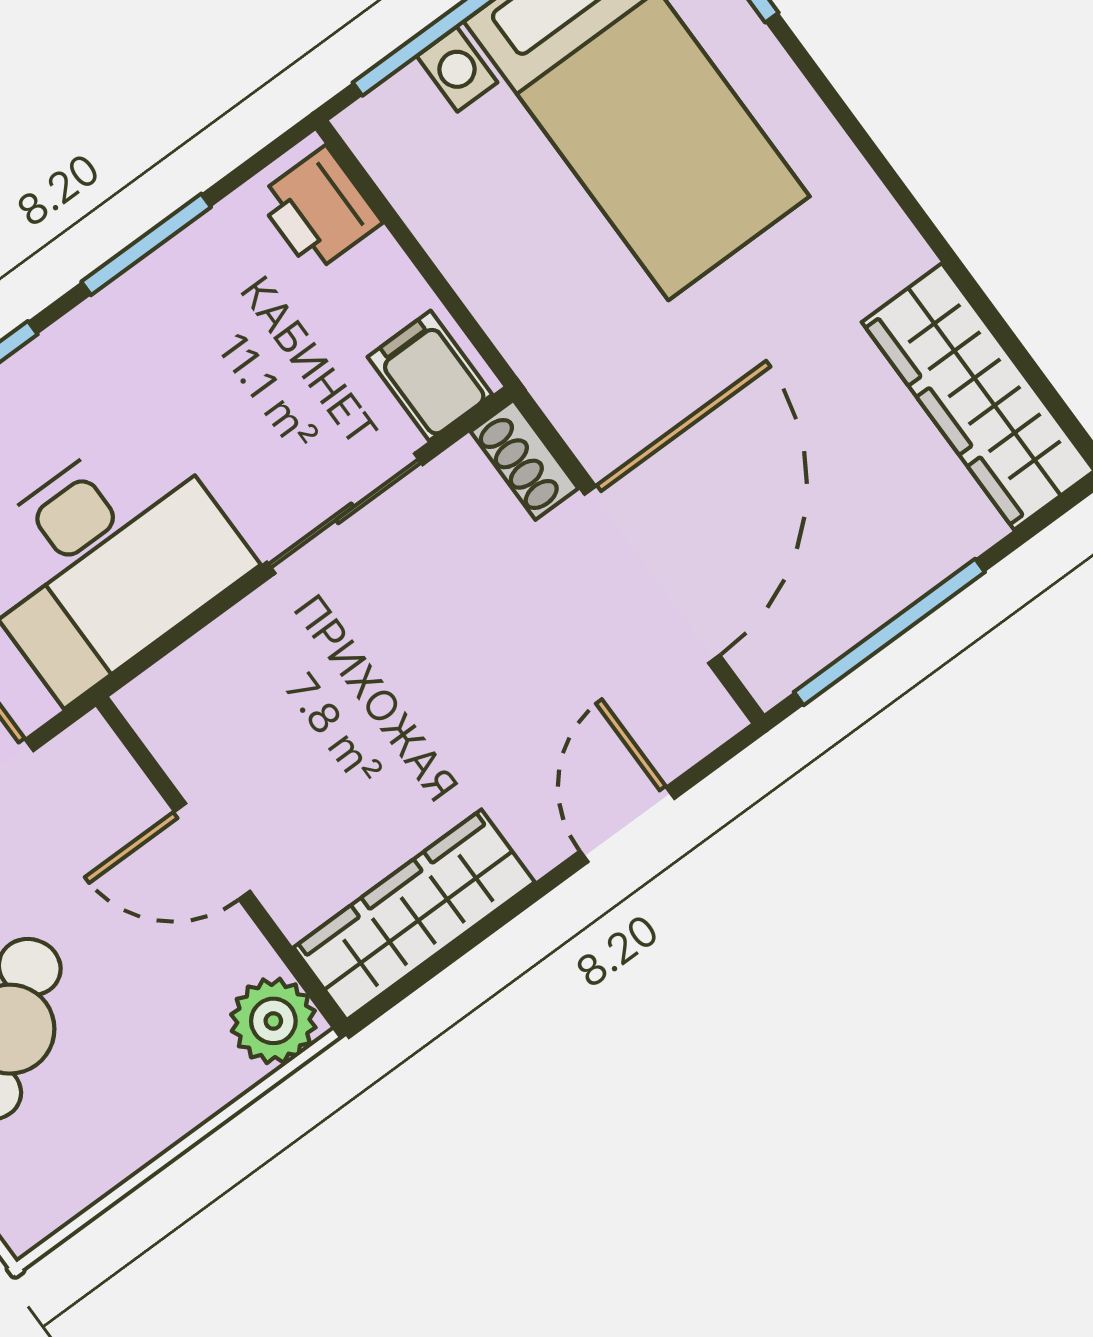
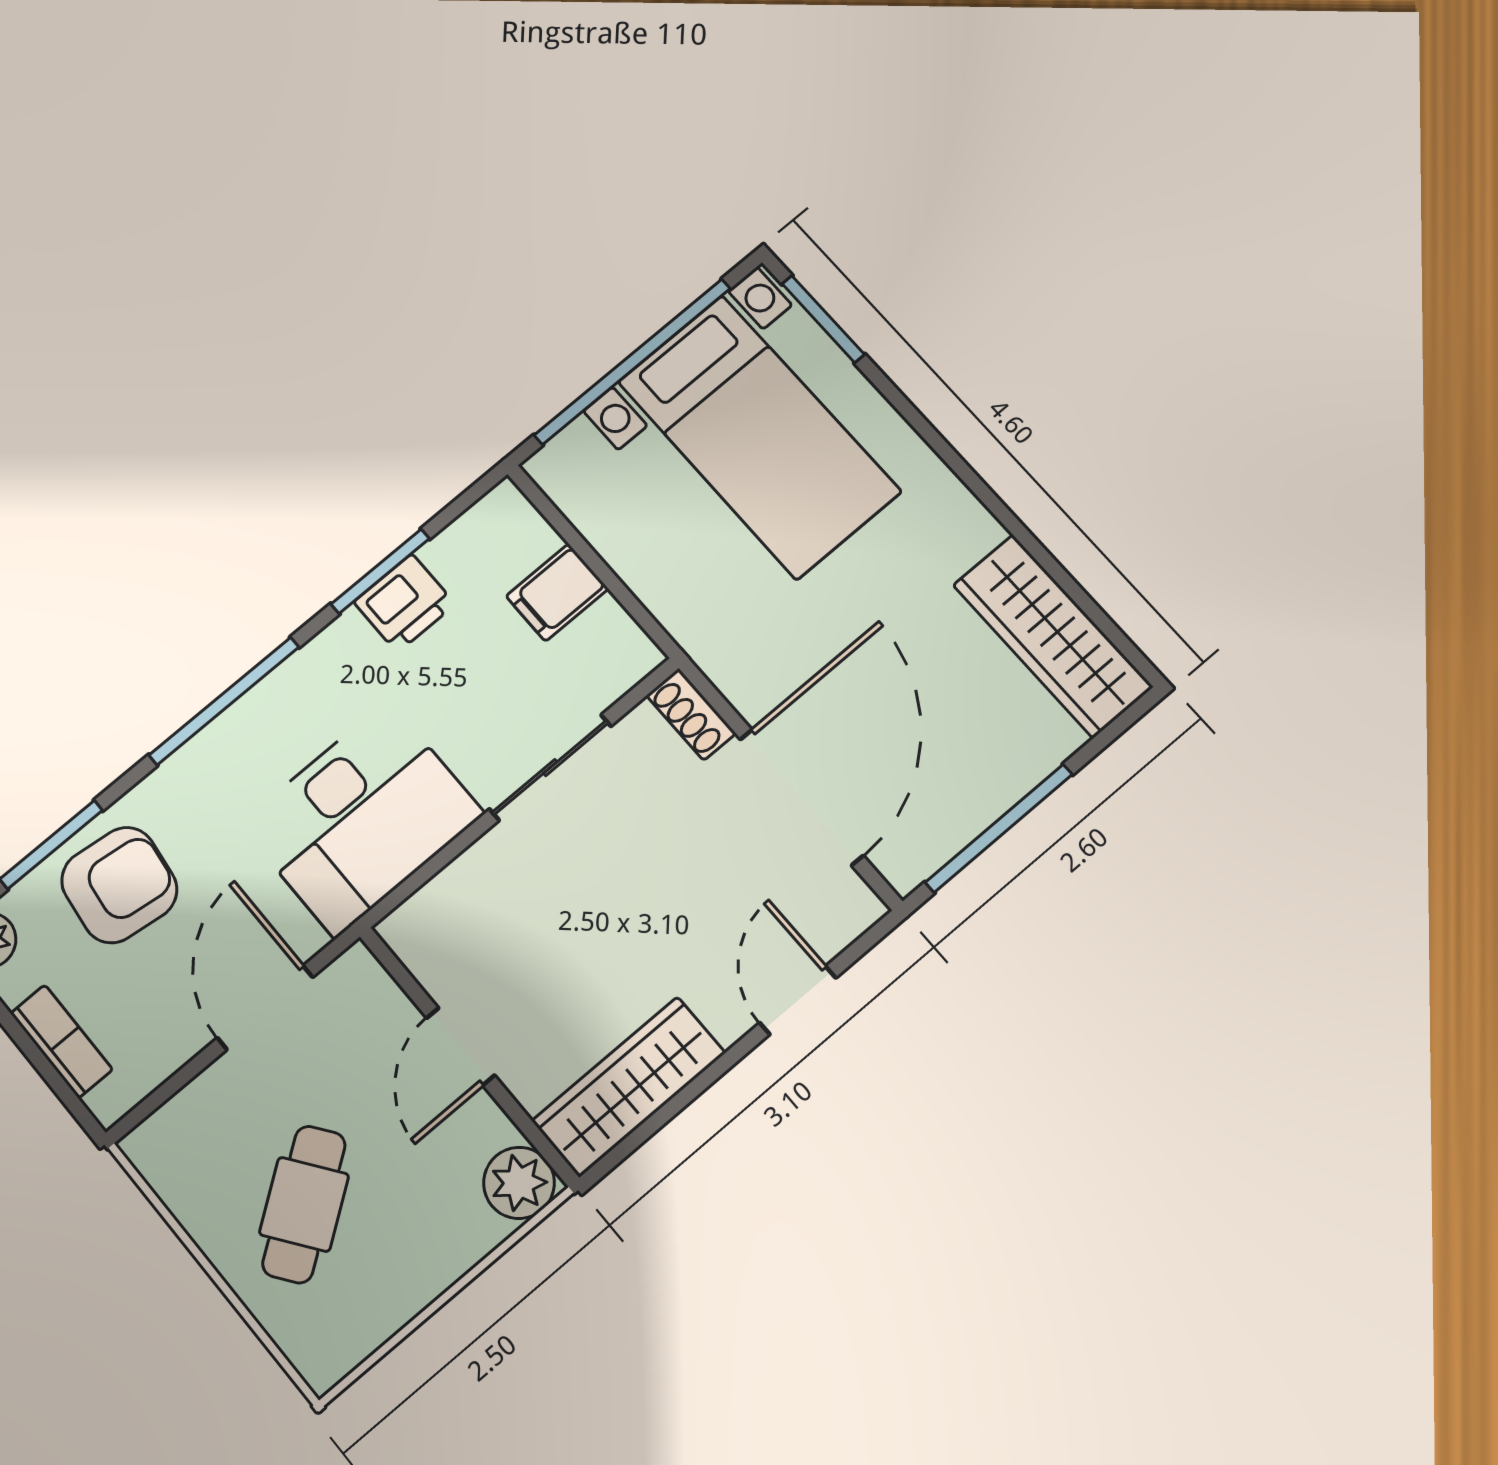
printer: (319, 210) -> (405, 603), moved, turned -90
filing cabinet: (430, 376) -> (557, 592), moved, turned -90
door: (212, 851) -> (461, 1047), hinge flipped

